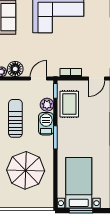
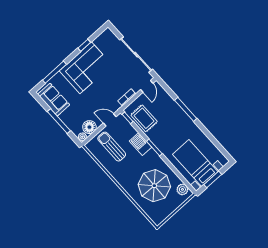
door: (38, 79) -> (110, 120), hinge flipped
plant: (47, 105) -> (182, 189), moved
sun lounger: (15, 118) -> (112, 147), moved

